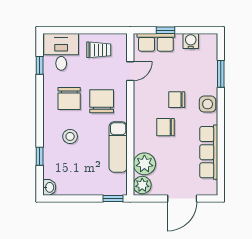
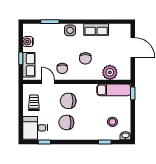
chair: (69, 99) -> (66, 122), turned 180
chair: (177, 100) -> (62, 68), moved
stool: (70, 136) -> (112, 122), moved
exam couch: (118, 147) -> (114, 90), moved
row of seats: (209, 152) -> (96, 30), width x0.68
plant: (142, 185) -> (124, 74), removed

